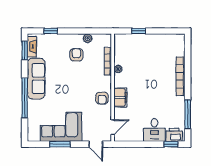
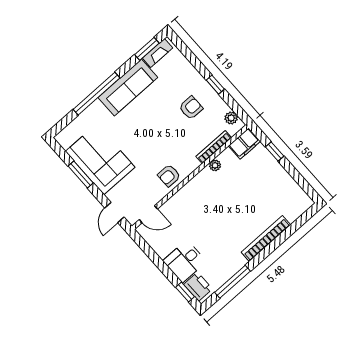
window: (51, 31) -> (215, 85), moved
plant: (88, 38) -> (231, 118), moved
filing cabinet: (120, 97) -> (244, 144), moved

